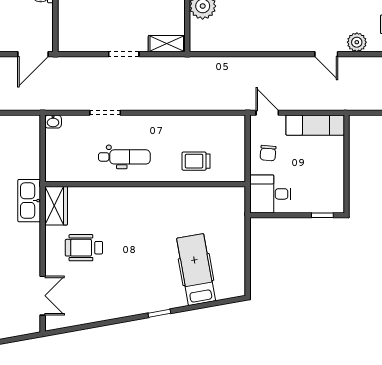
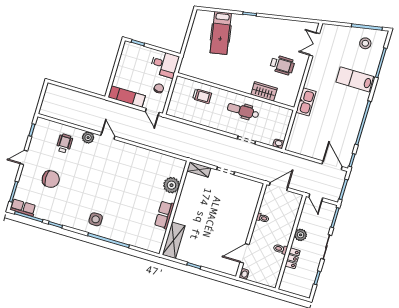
wardrobe: (56, 206) -> (264, 91), moved, turned 90

